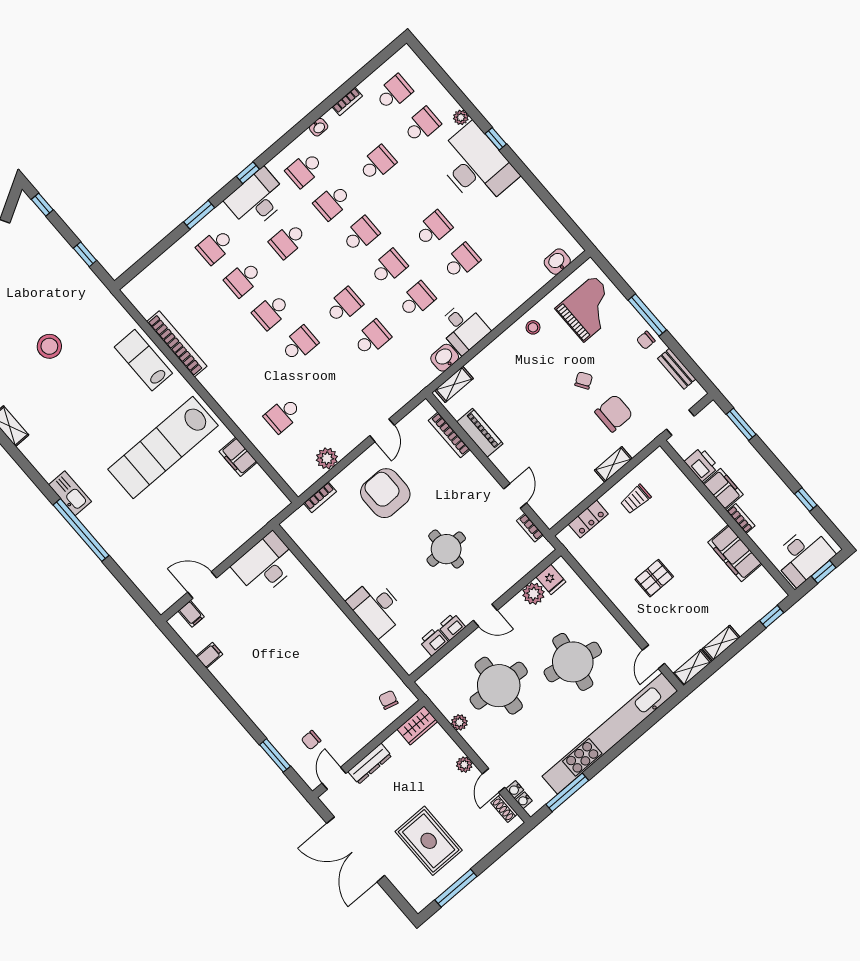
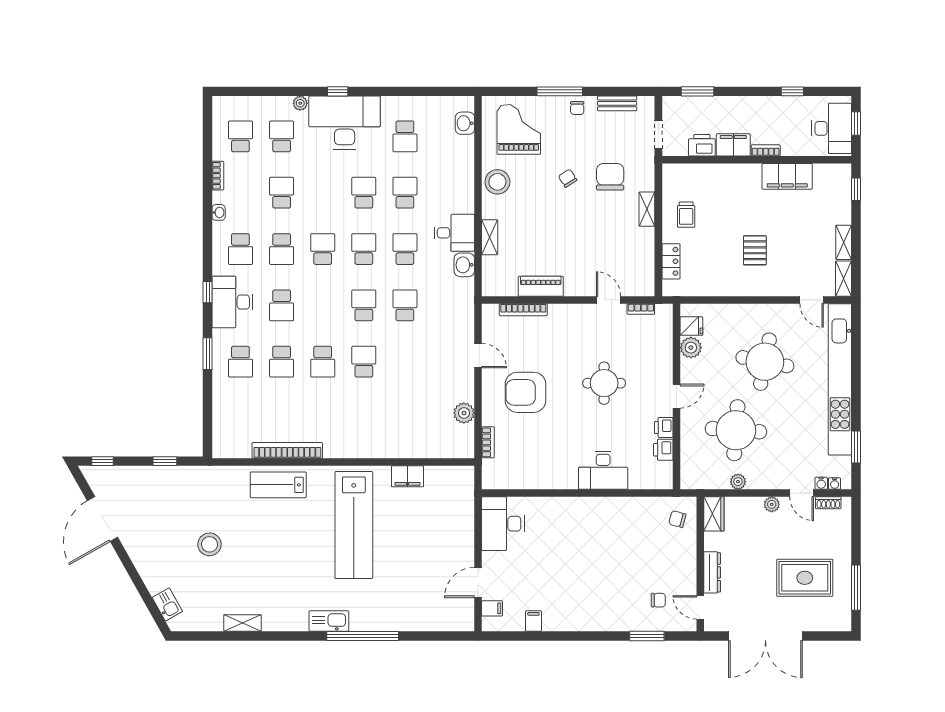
stool: (533, 327) -> (497, 182), width x1.89, depth x1.89
shelving: (454, 384) -> (490, 237), moved
school desk: (283, 415) -> (405, 136), moved
chair: (311, 740) -> (658, 600), turned -90
window: (567, 792) -> (856, 447), width x0.69

